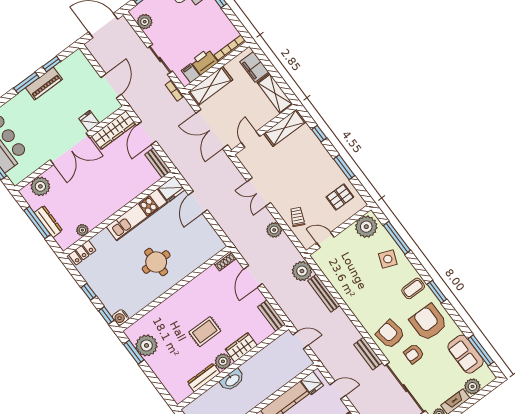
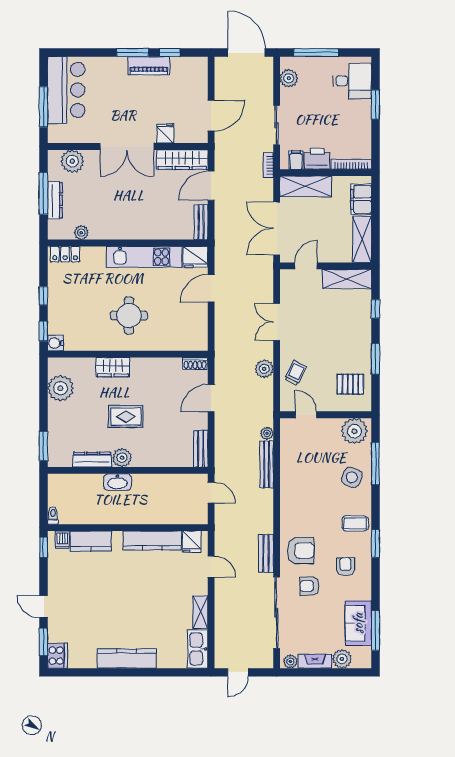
plant: (302, 271) -> (267, 433), width x0.53, depth x0.53
armchair: (428, 322) -> (346, 567), width x0.53, depth x0.53
armchair: (390, 334) -> (301, 551), turned 99
wardrobe: (241, 347) -> (113, 367), moved, turned 180
window: (134, 352) -> (43, 446), moved

